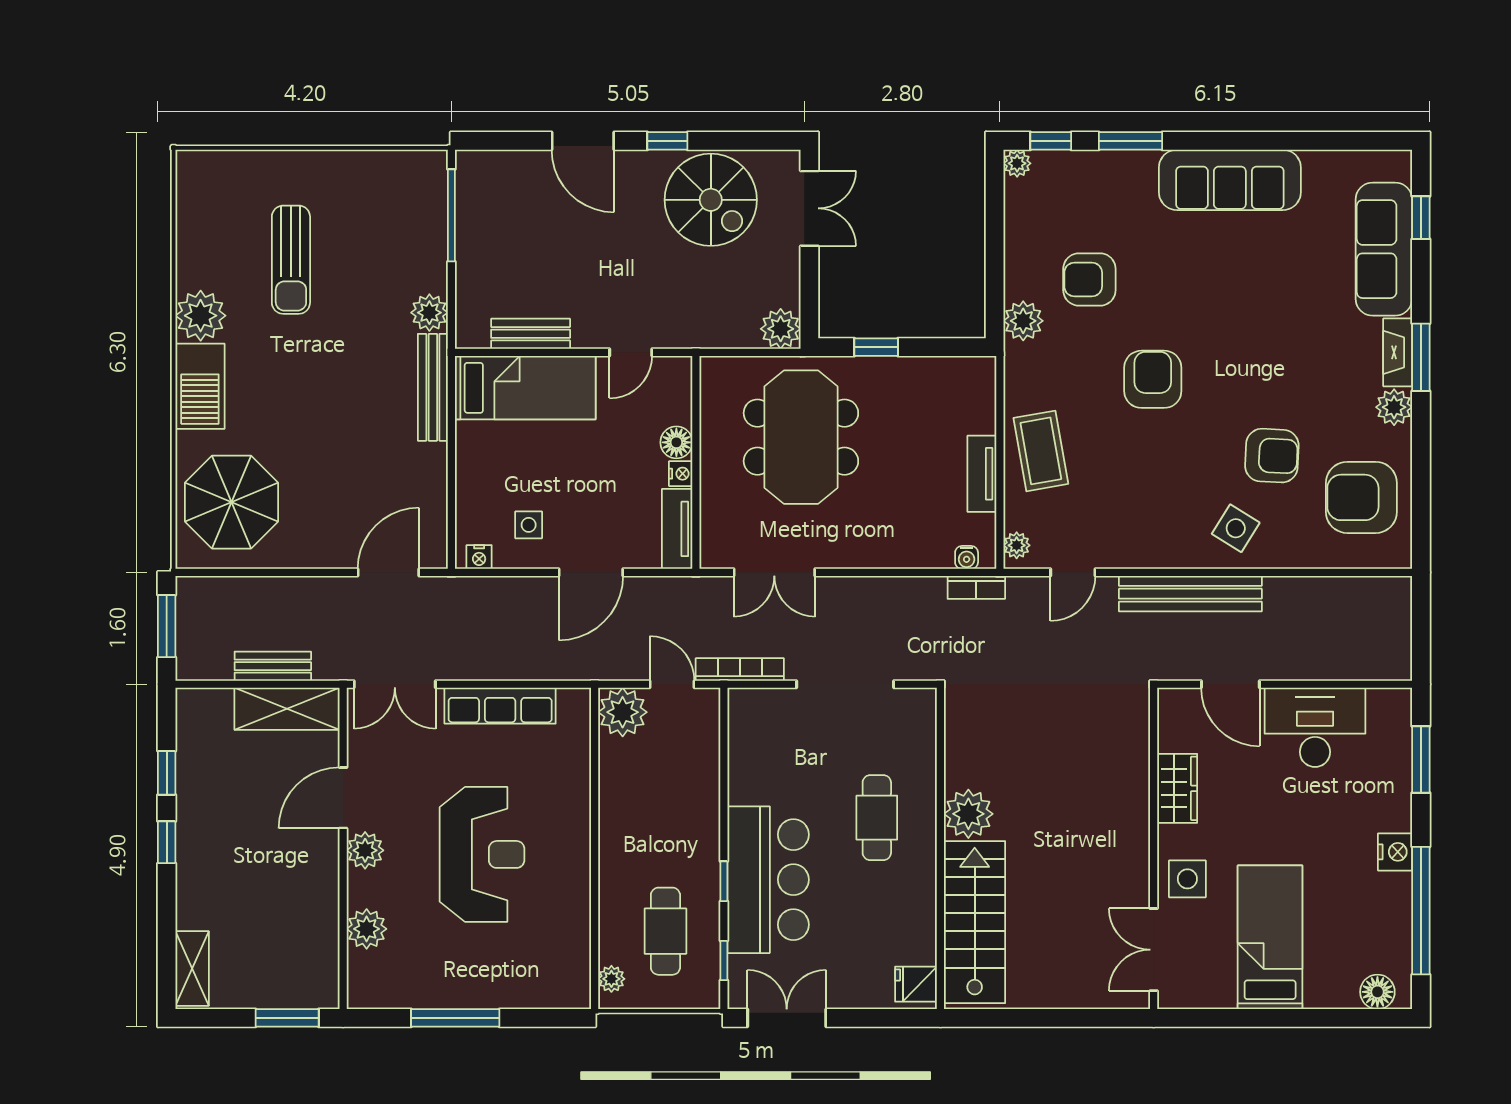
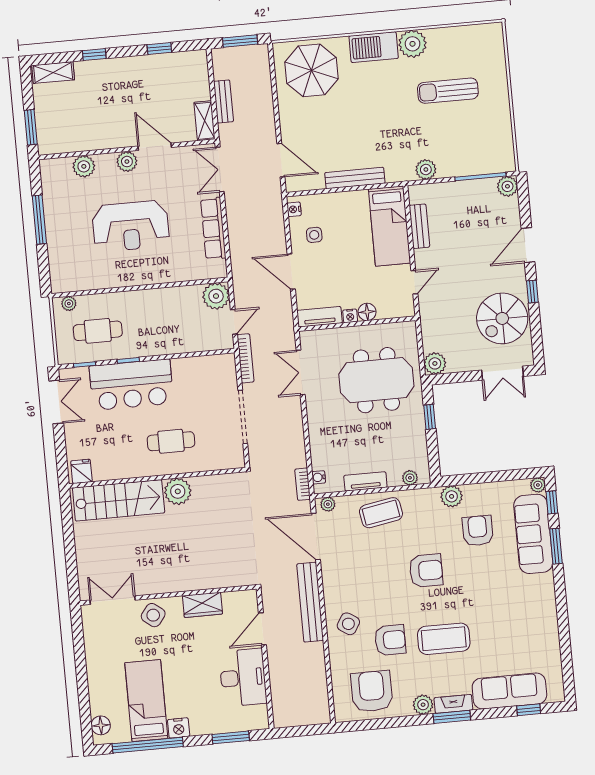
plant: (473, 168) -> (507, 186), added
sofa: (1230, 180) -> (533, 534), moved
door: (631, 352) -> (414, 282), swing flipped
coffee table: (1279, 359) -> (444, 639), added
bench: (433, 387) -> (355, 178), moved
plant: (983, 393) -> (410, 478), added
armchair: (1272, 456) -> (390, 640), turned -93
door: (1073, 572) -> (316, 536), width x1.88
shelving: (287, 709) -> (205, 121), width x0.67, depth x0.75
window: (167, 842) -> (94, 55), moved
side table: (1187, 879) -> (153, 615), turned 38
bed: (1270, 937) -> (146, 701), moved, turned -90

